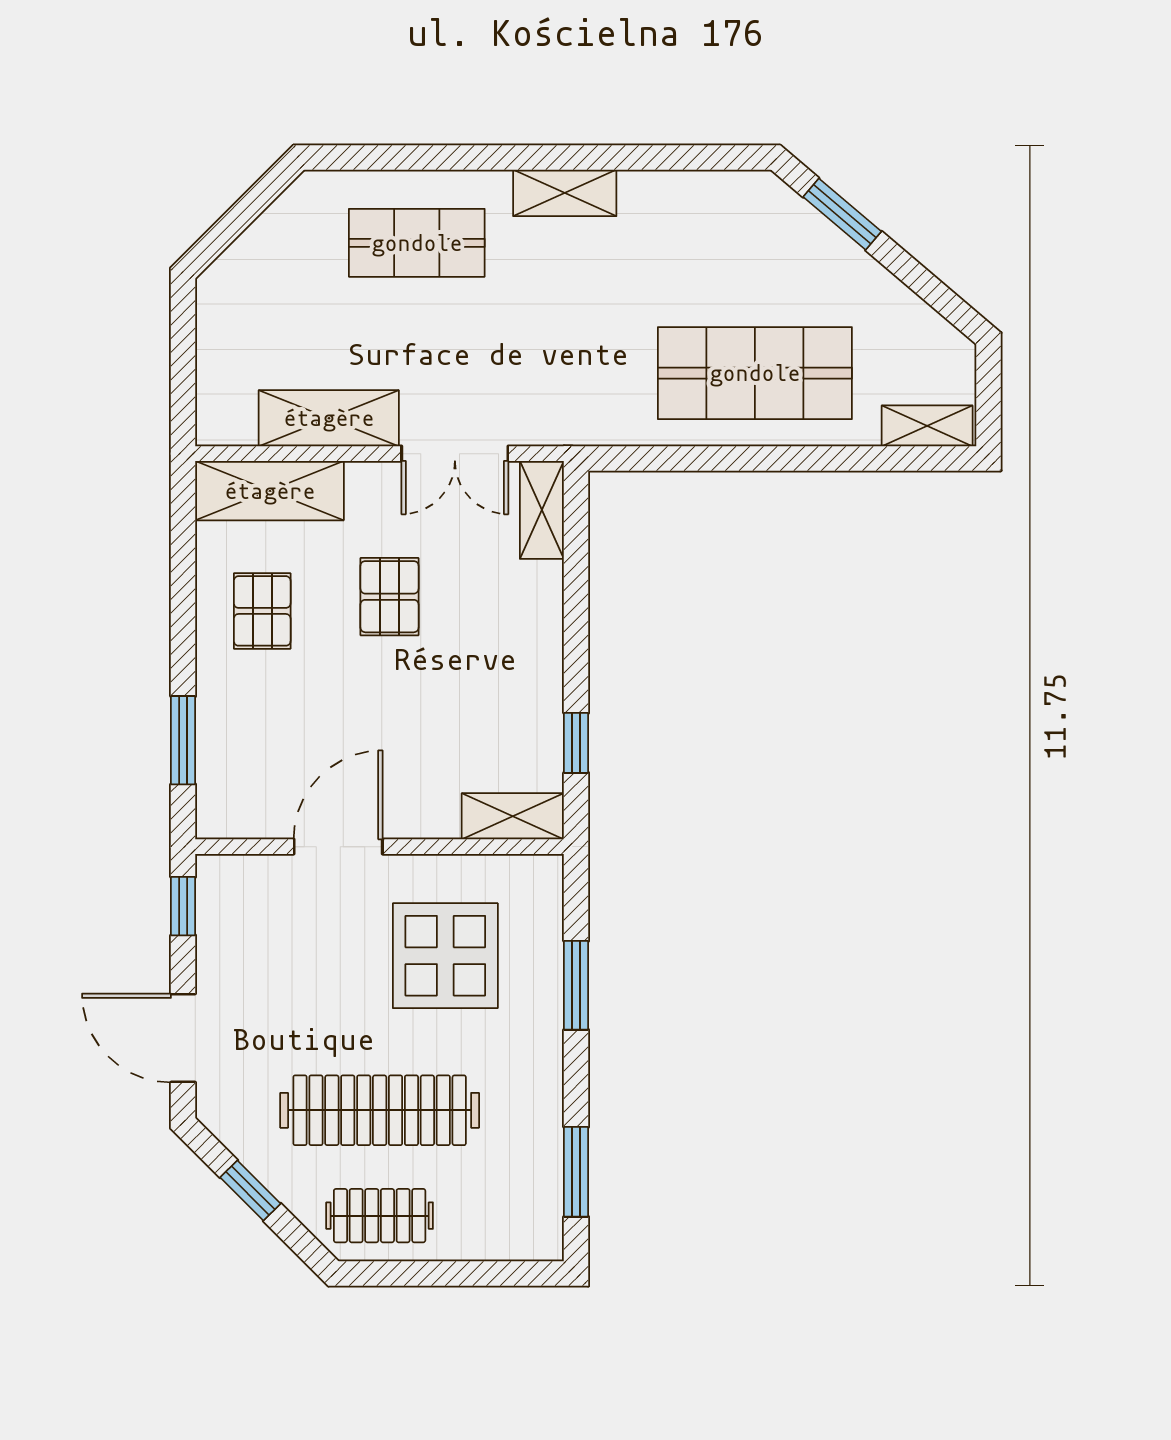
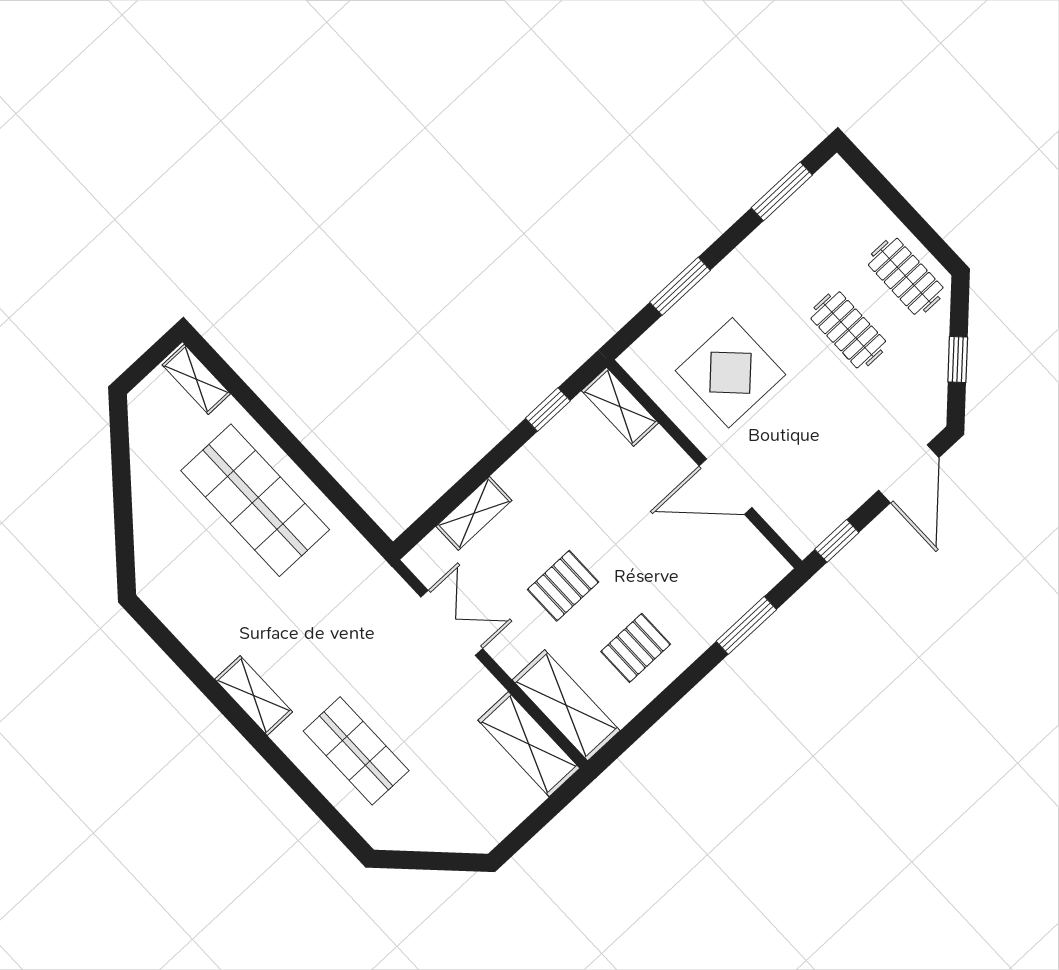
window: (842, 214) -> (124, 533), removed
shelving: (329, 418) -> (529, 744), moved
shelving: (542, 510) -> (474, 513), moved
clothes rail: (380, 1110) -> (848, 330), width x0.54, depth x0.76

